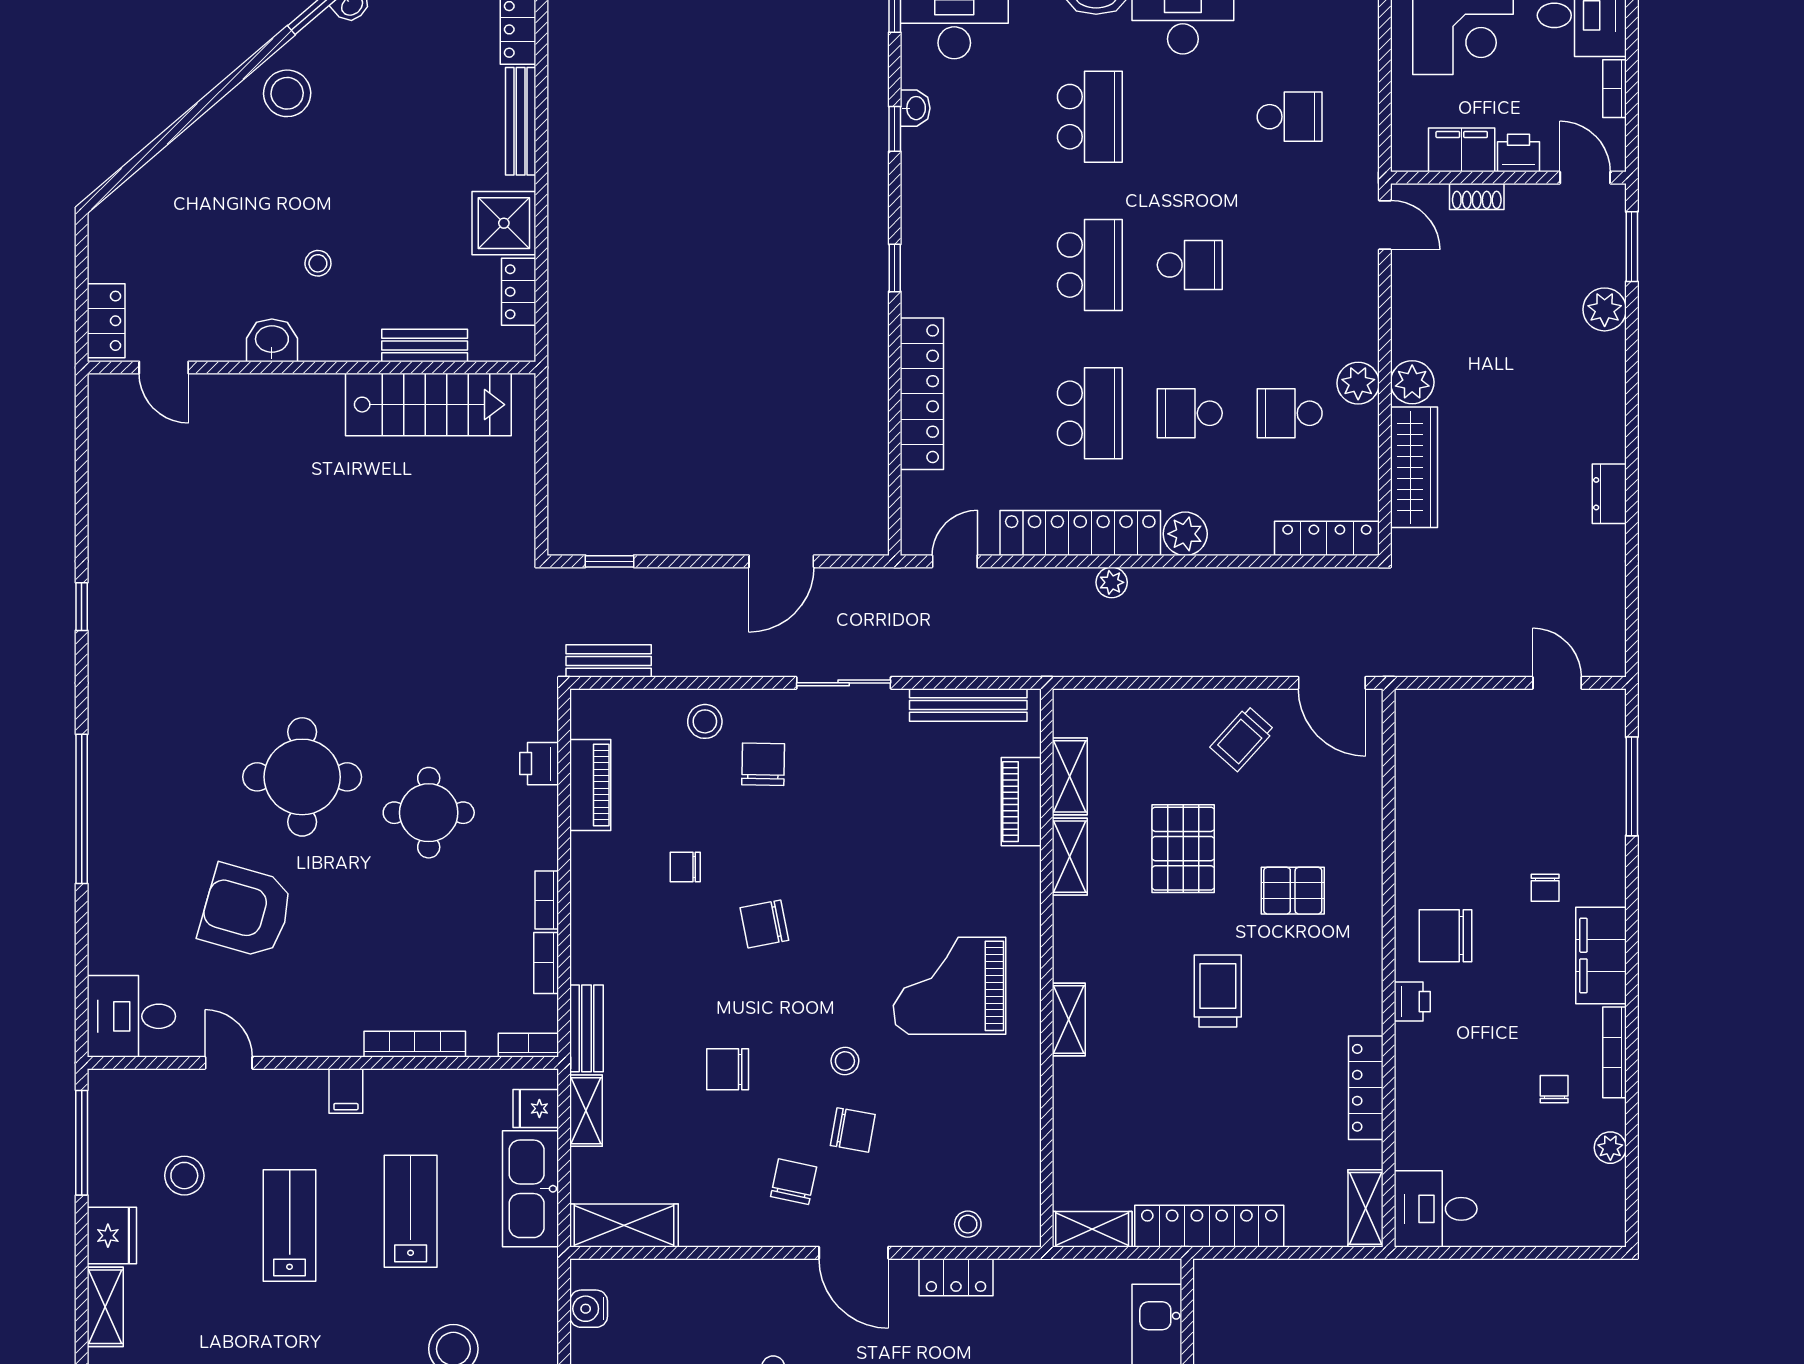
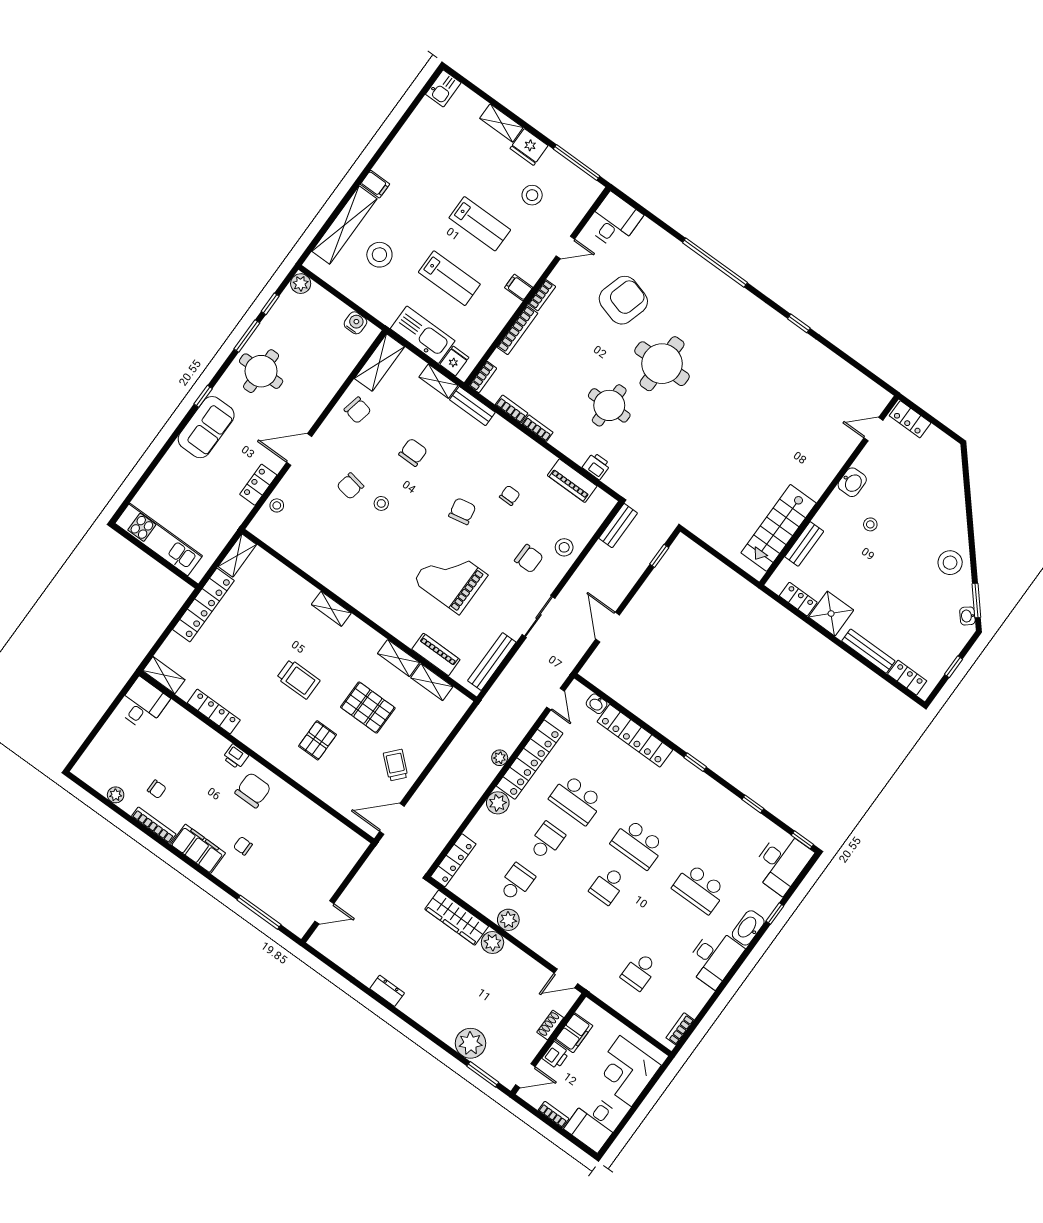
washbasin: (915, 108) -> (597, 704), moved
plant: (1605, 309) -> (470, 1043), width x1.36, depth x1.36
grand piano: (949, 986) -> (450, 578), moved, turned -90
bookcase: (331, 1045) -> (542, 295), added
chair: (794, 1182) -> (358, 410), moved

